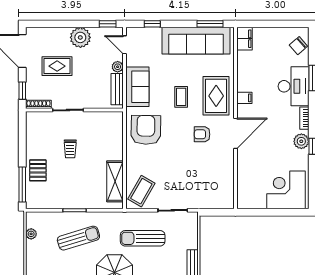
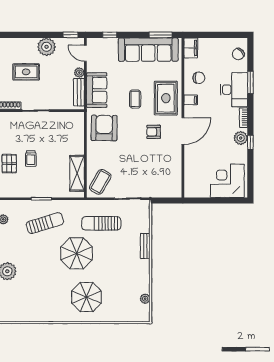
chair: (254, 73) -> (199, 78), added
trolley: (70, 149) -> (31, 159), moved

